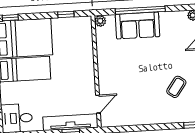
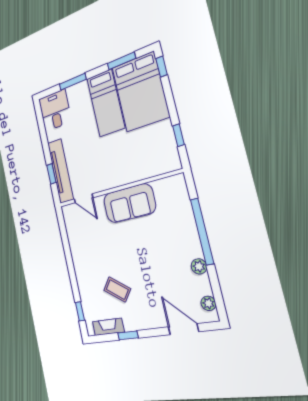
plant: (100, 21) -> (199, 266), moved
sofa: (138, 26) -> (129, 203), moved, turned -90

